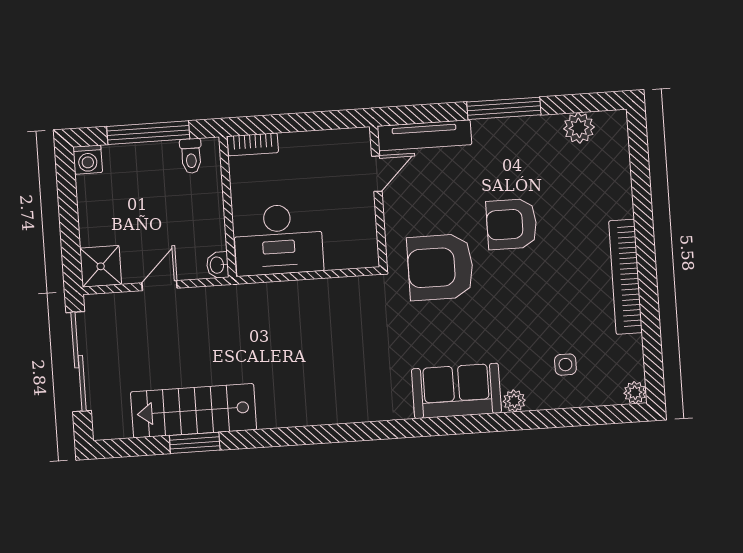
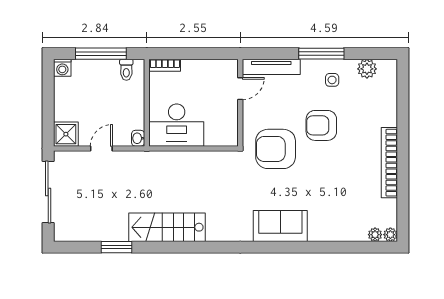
side table: (565, 365) -> (332, 80), moved
plant: (514, 401) -> (375, 235), moved
stairs: (194, 411) -> (167, 227), moved

